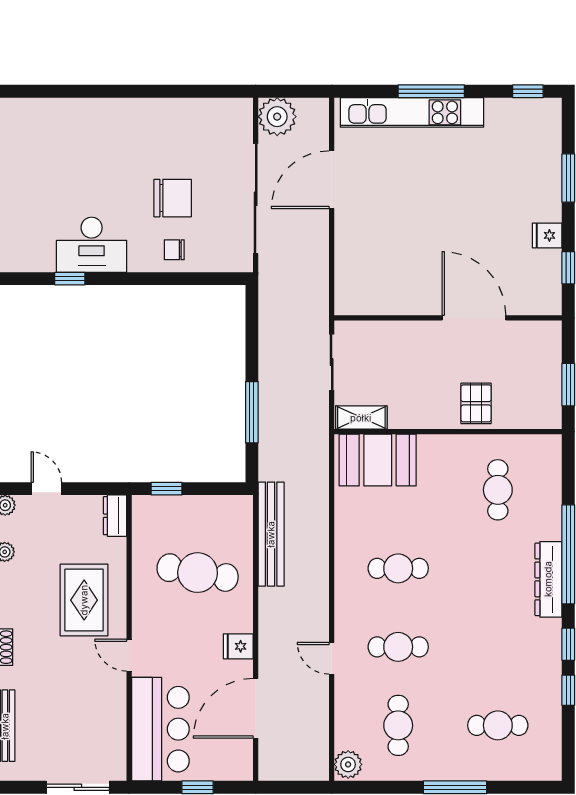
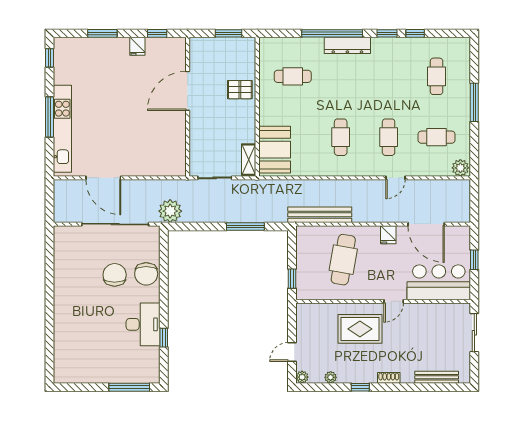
plant: (277, 117) -> (170, 211), moved
chair: (174, 250) -> (146, 274), width x1.87, depth x1.87
dresser: (115, 516) -> (308, 310), removed

